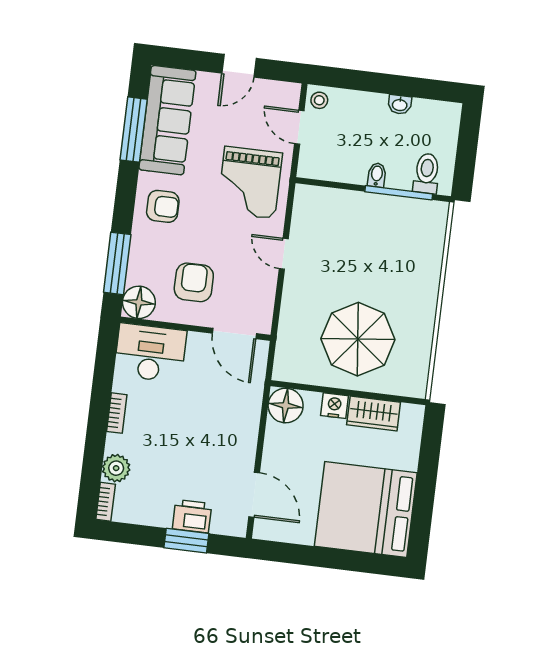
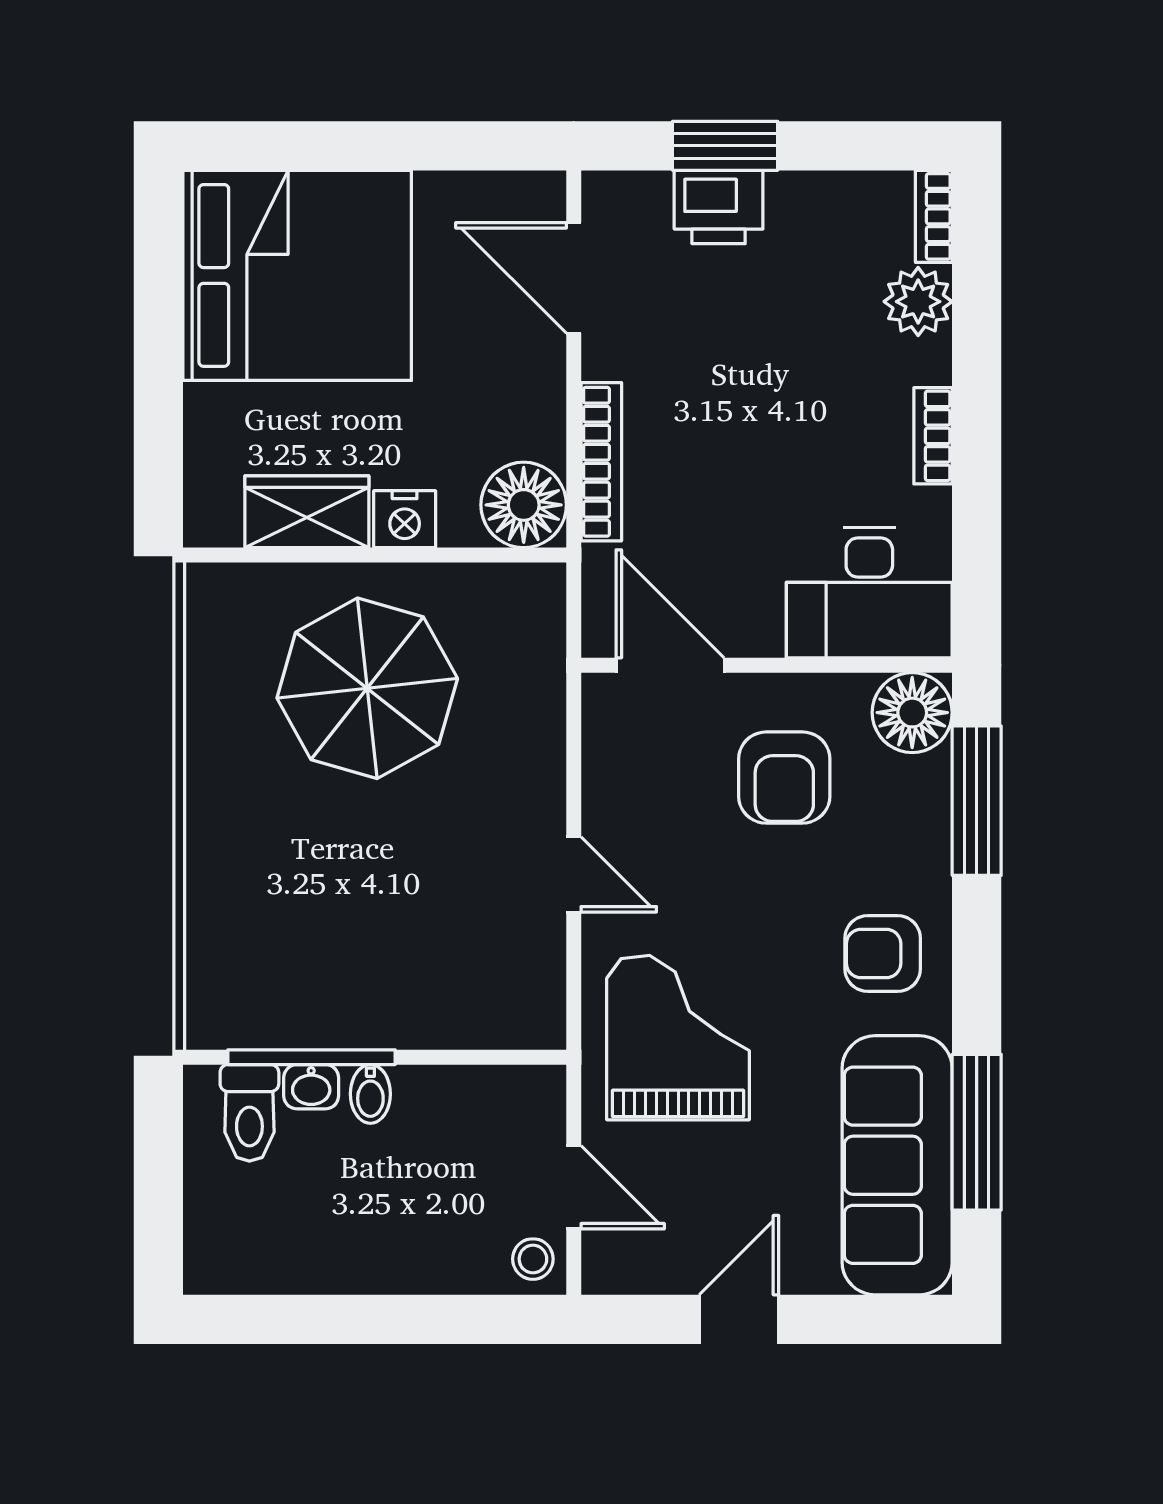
washbasin: (400, 105) -> (311, 1087), moved, turned 180
bookcase: (252, 419) -> (601, 462), added

